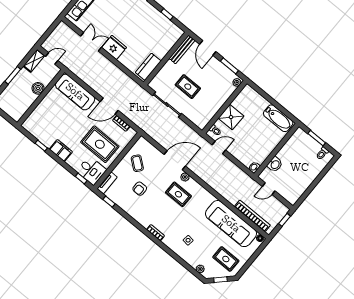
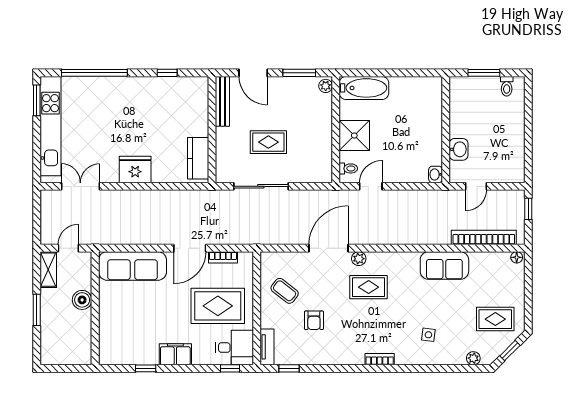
double door: (91, 42) -> (80, 186), moved
bathtub: (278, 118) -> (364, 88), moved
sofa: (231, 224) -> (444, 266), width x0.54, depth x0.79

